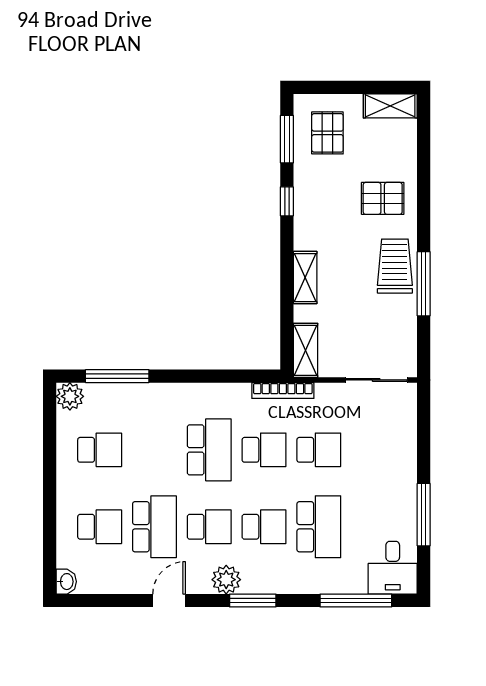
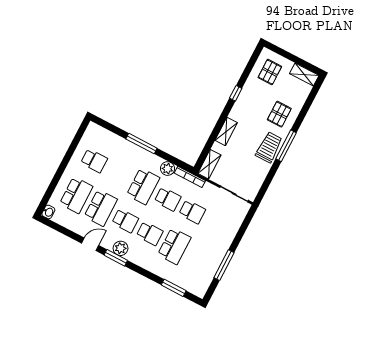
window: (287, 139) -> (250, 65), removed
pallet: (383, 198) -> (279, 114), turned 90
window: (424, 284) -> (286, 146), moved
window: (117, 376) -> (142, 144), moved
plant: (70, 396) -> (168, 169), moved
school desk: (100, 527) -> (76, 195), width x1.85
desk: (393, 568) -> (198, 282), removed
window: (253, 600) -> (116, 258), moved
window: (356, 600) -> (174, 288), width x0.69

